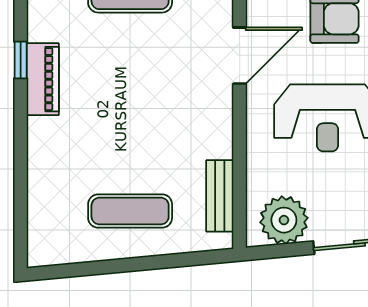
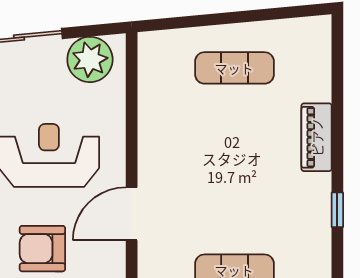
piano: (43, 79) -> (317, 137), moved
bench: (220, 196) -> (150, 82), removed

